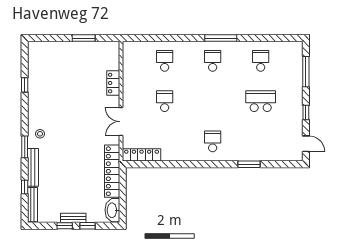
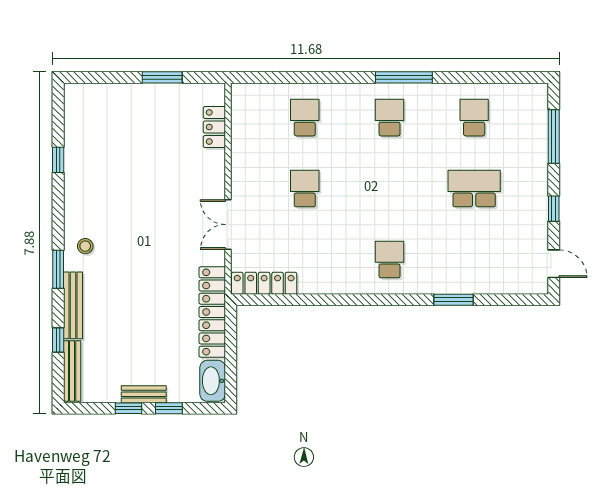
locker: (113, 83) -> (214, 127), moved

